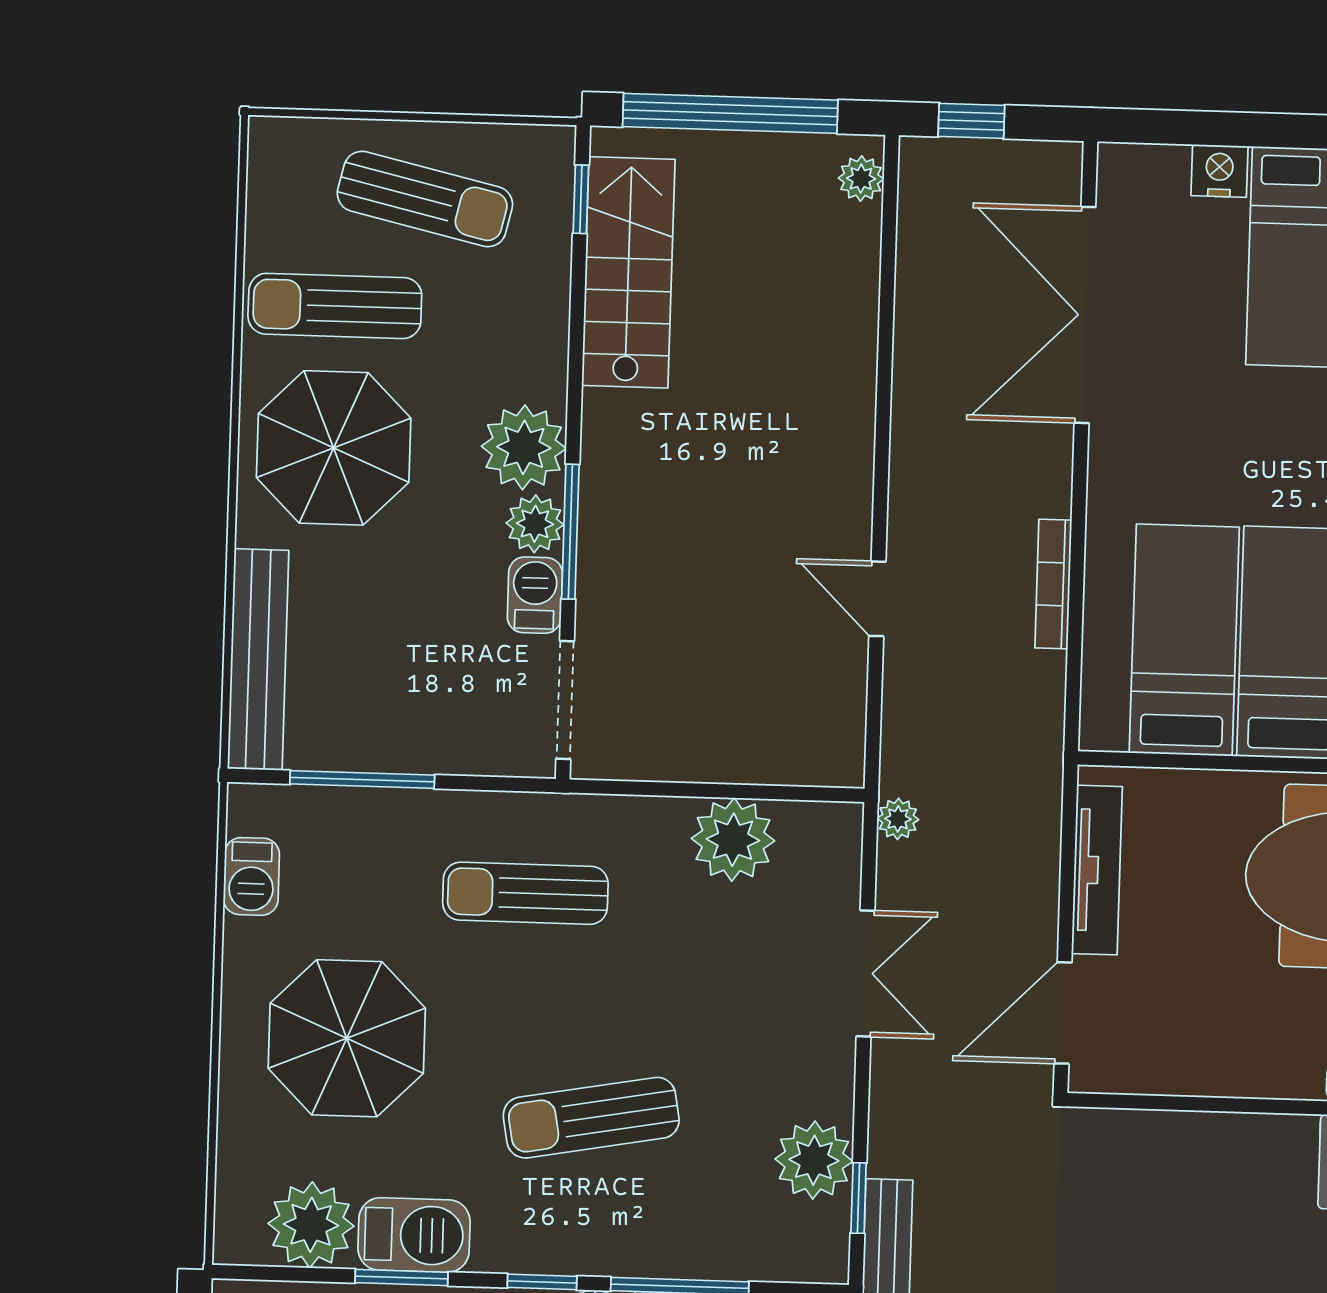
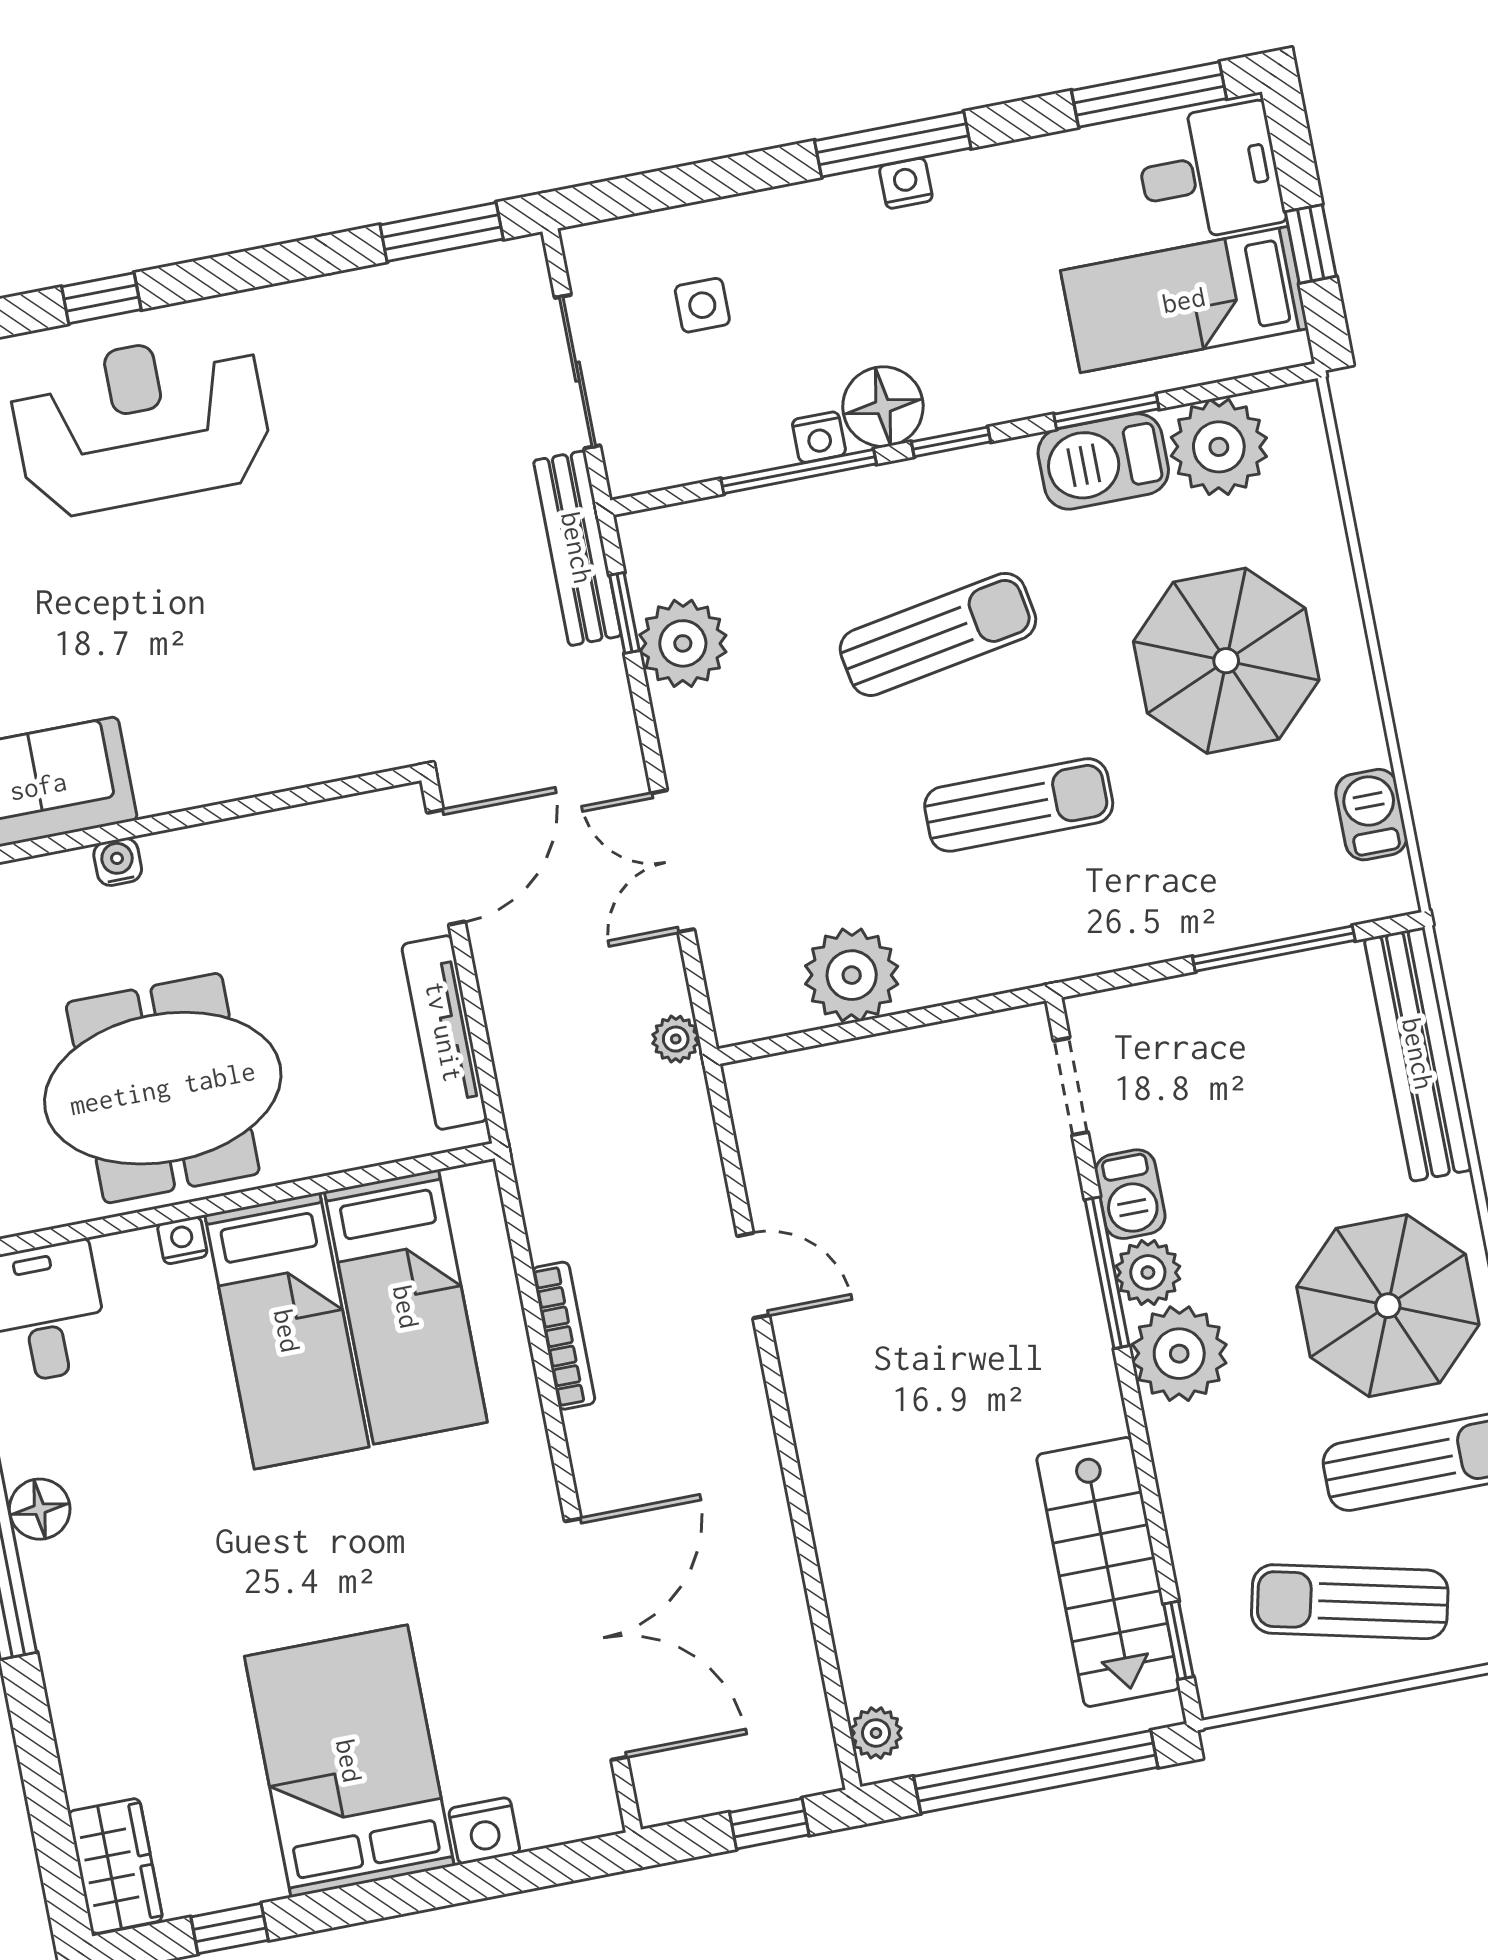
doorway: (565, 700) -> (1071, 1086), width x0.73
sun lounger: (525, 893) -> (1019, 805), moved

